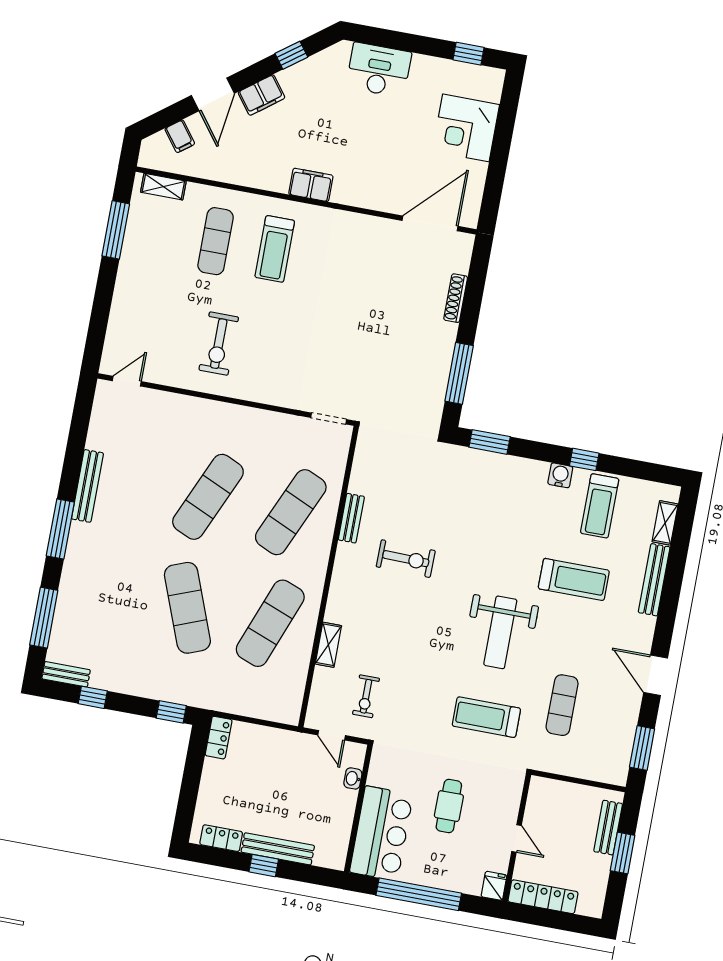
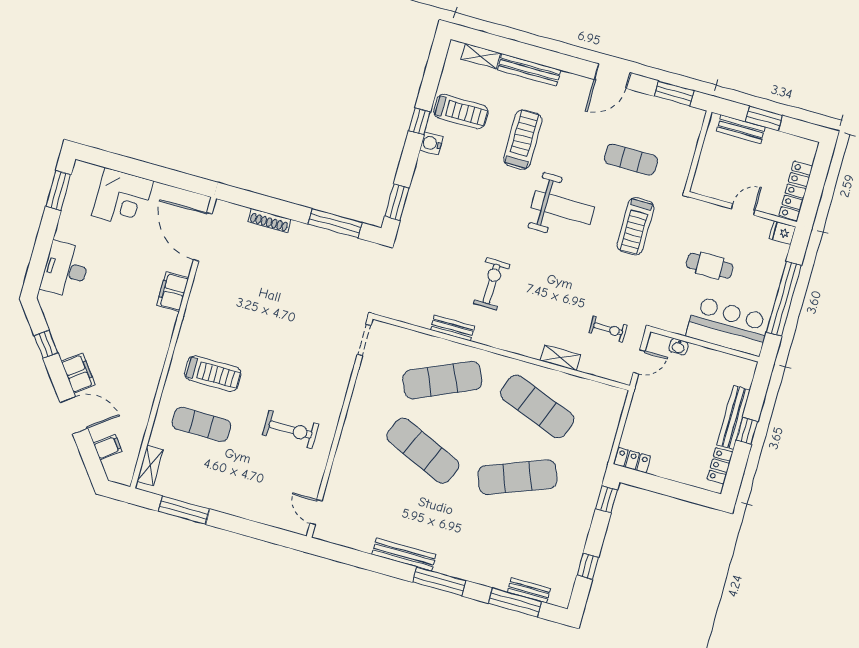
window: (468, 54) -> (58, 190), width x1.50
filing cabinet: (311, 185) -> (173, 292), moved
exercise mat: (291, 512) -> (442, 380), turned -48
bench: (66, 674) -> (529, 590), moved, turned 90

